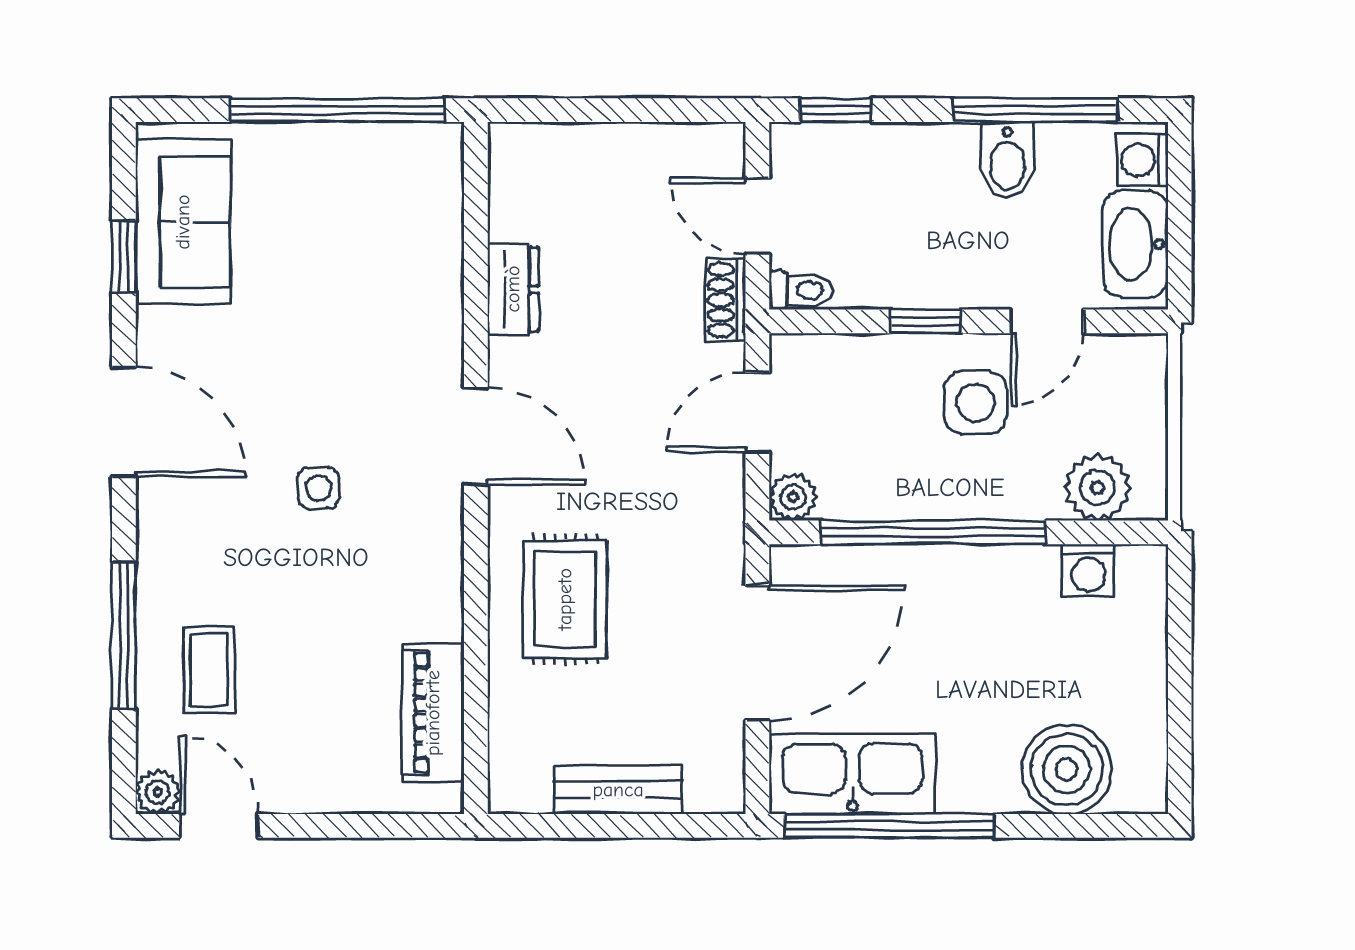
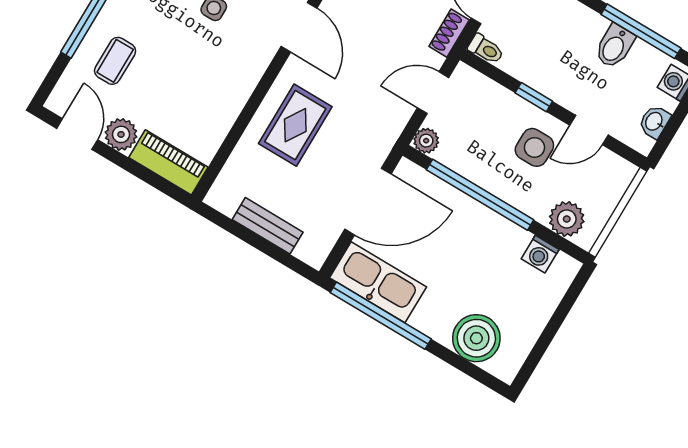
washbasin: (1135, 244) -> (654, 122), width x0.52, depth x0.69
piano: (433, 713) -> (168, 162), moved, turned 90
plant: (158, 792) -> (121, 134), moved, width x1.38, depth x1.38

